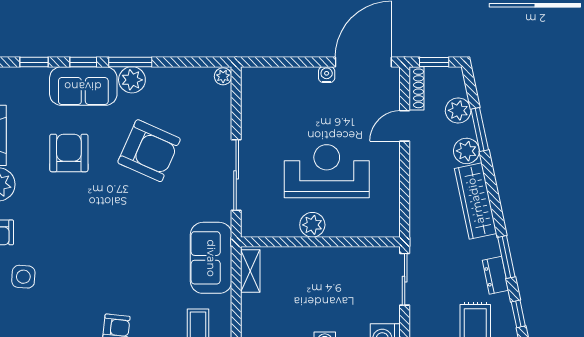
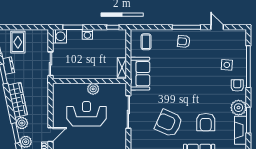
reception desk: (327, 171) -> (86, 114), turned 180

